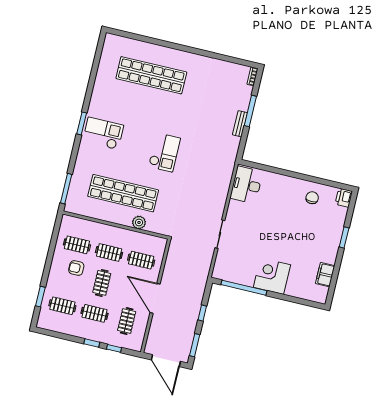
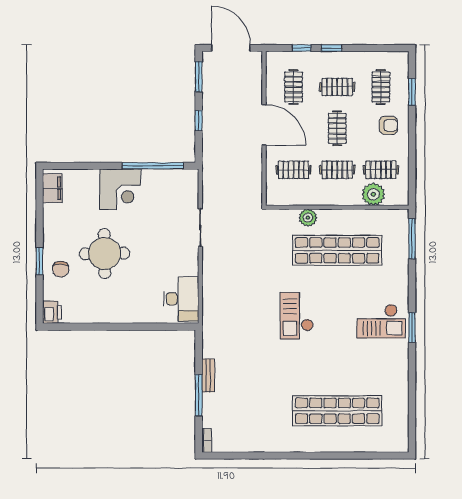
chair: (312, 198) -> (61, 269), moved
plant: (87, 228) -> (373, 194), added
round table: (295, 232) -> (105, 253), added
armchair: (76, 268) -> (388, 125), moved
filing cabinet: (325, 275) -> (52, 188), moved
clothes rail: (62, 306) -> (381, 87), turned 90

